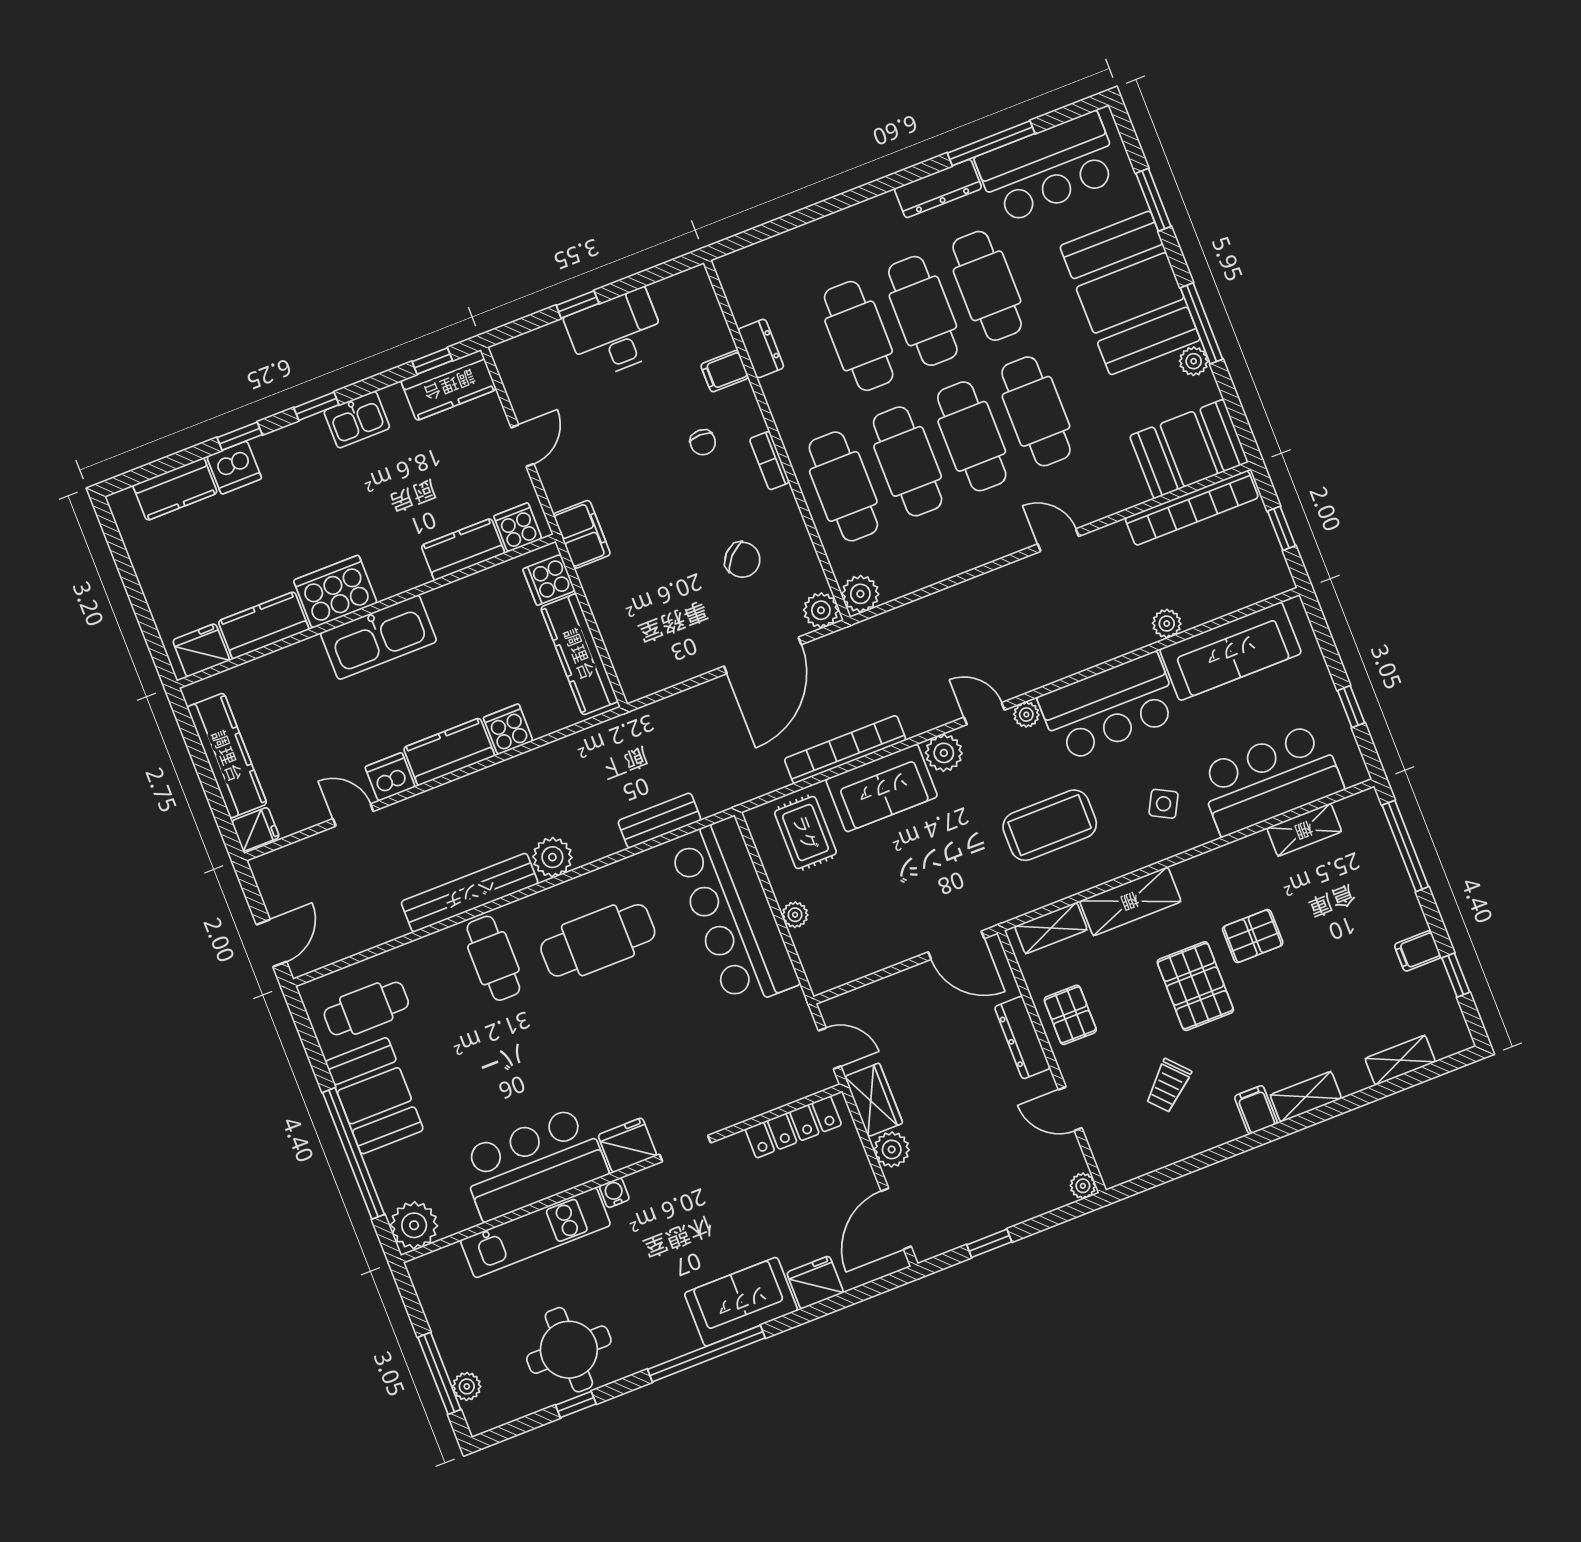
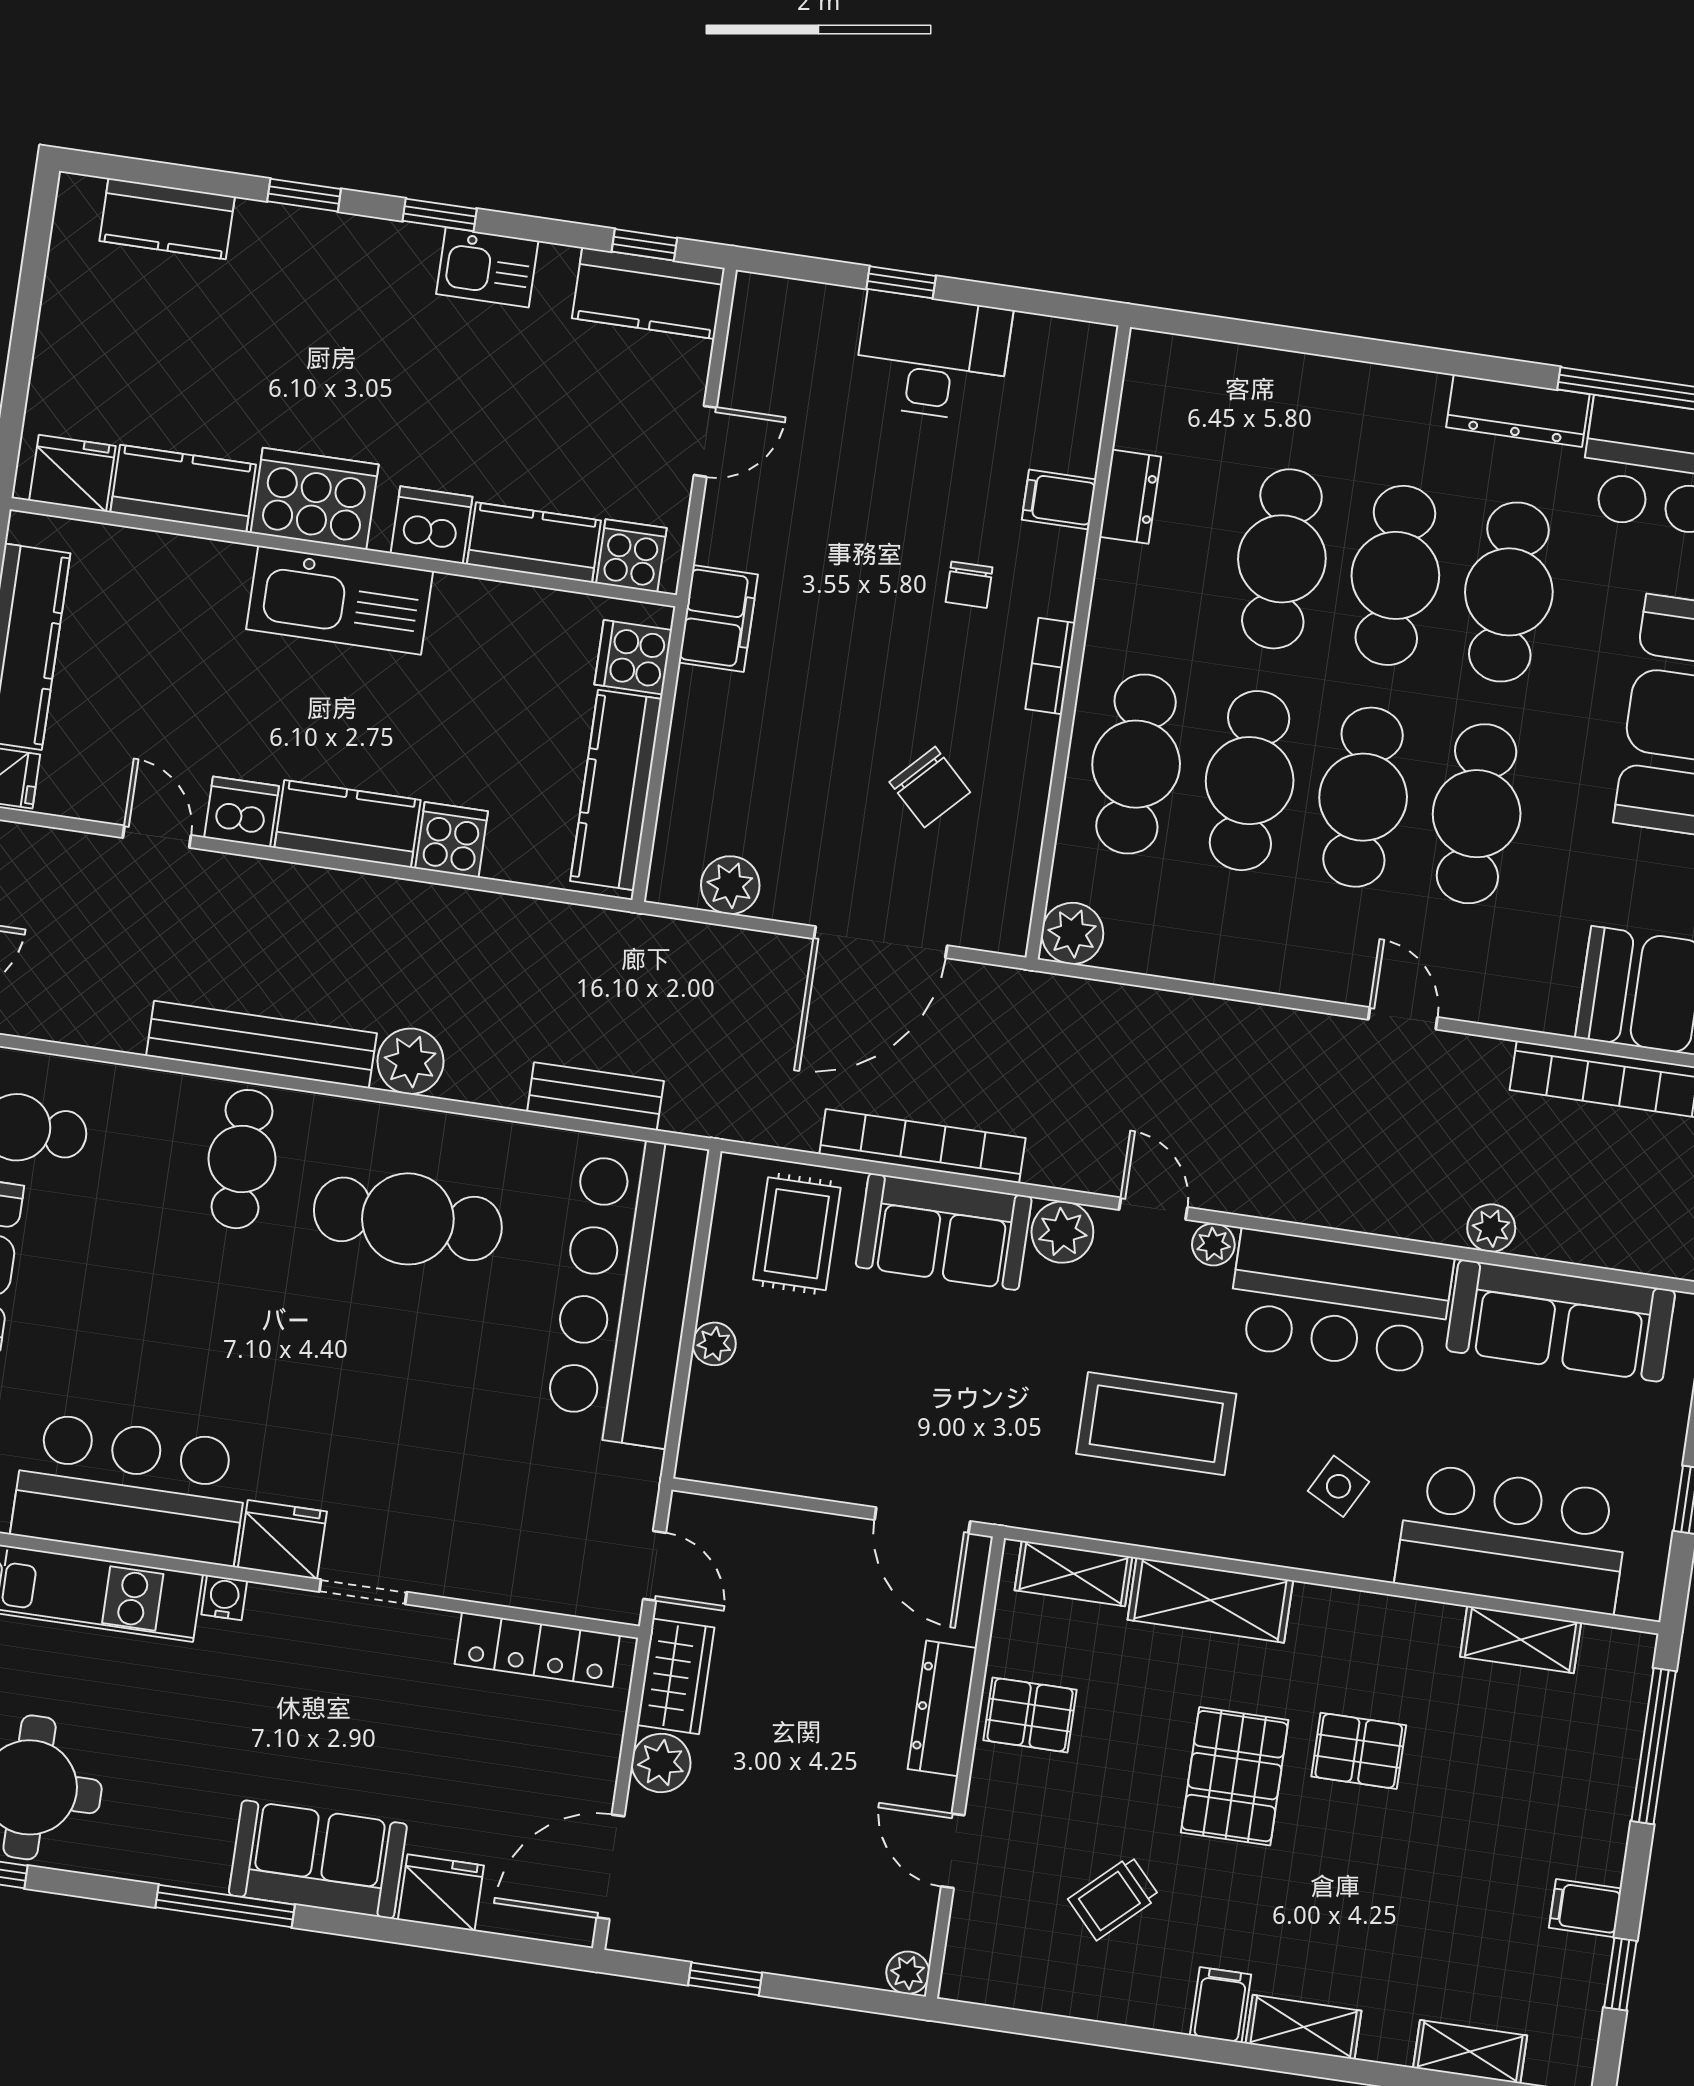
dishwasher: (234, 467) -> (431, 525), moved, turned 180
plant: (821, 610) -> (730, 885), moved
pallet: (1070, 1015) -> (1030, 1715), turned 90
window: (706, 1354) -> (225, 1906), width x0.68

